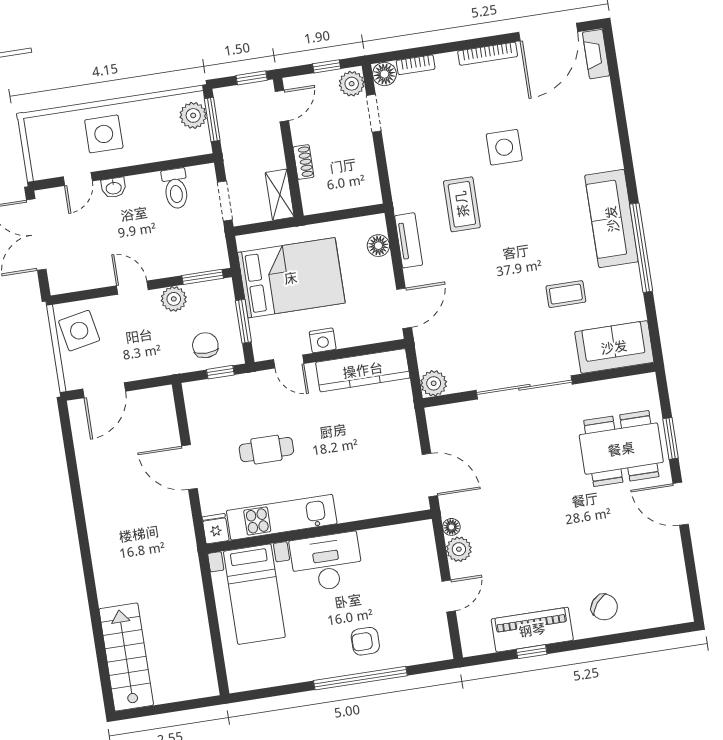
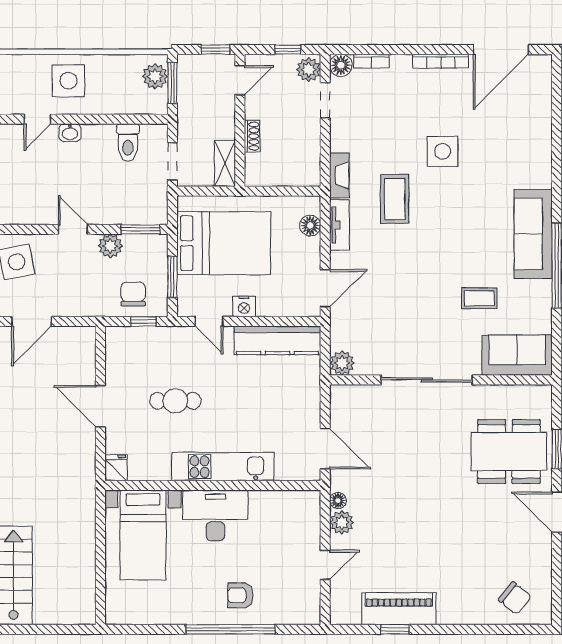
fireplace: (596, 54) -> (339, 175), moved, turned 180
kitchen unit: (282, 517) -> (223, 467), moved
chair: (604, 607) -> (515, 598), moved

